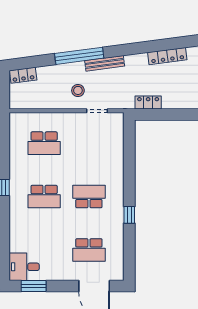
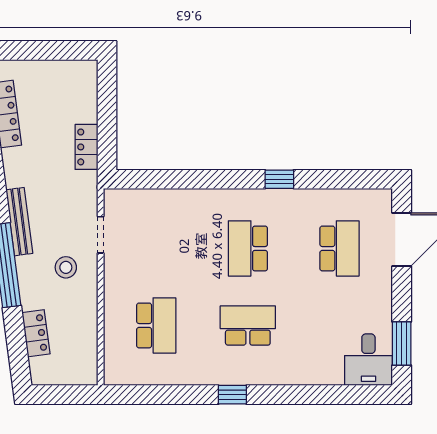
locker: (23, 75) -> (36, 333), moved
school desk: (44, 197) -> (248, 325), turned -90

